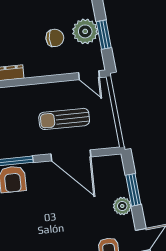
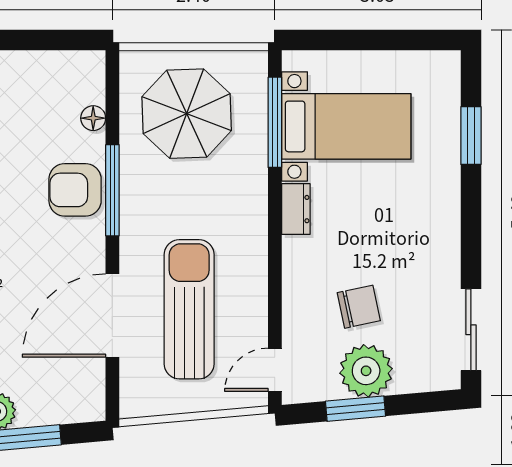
chair: (55, 38) -> (359, 307), turned -102
sun lounger: (64, 119) -> (189, 309), width x1.36, depth x1.34

